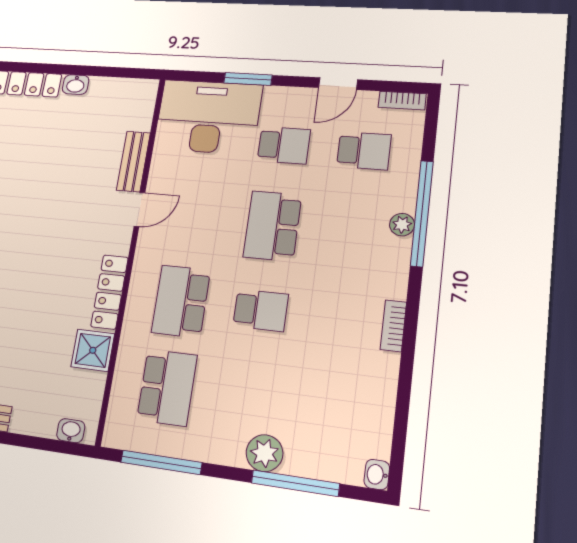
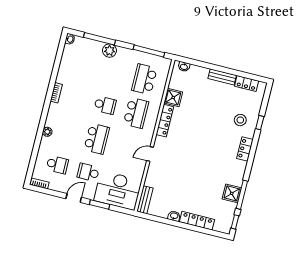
door: (338, 84) -> (74, 198), moved
school desk: (364, 151) -> (57, 165), turned 180
bench: (133, 161) -> (145, 200), moved
window: (422, 213) -> (39, 135), removed
school desk: (261, 310) -> (105, 105), turned 180

